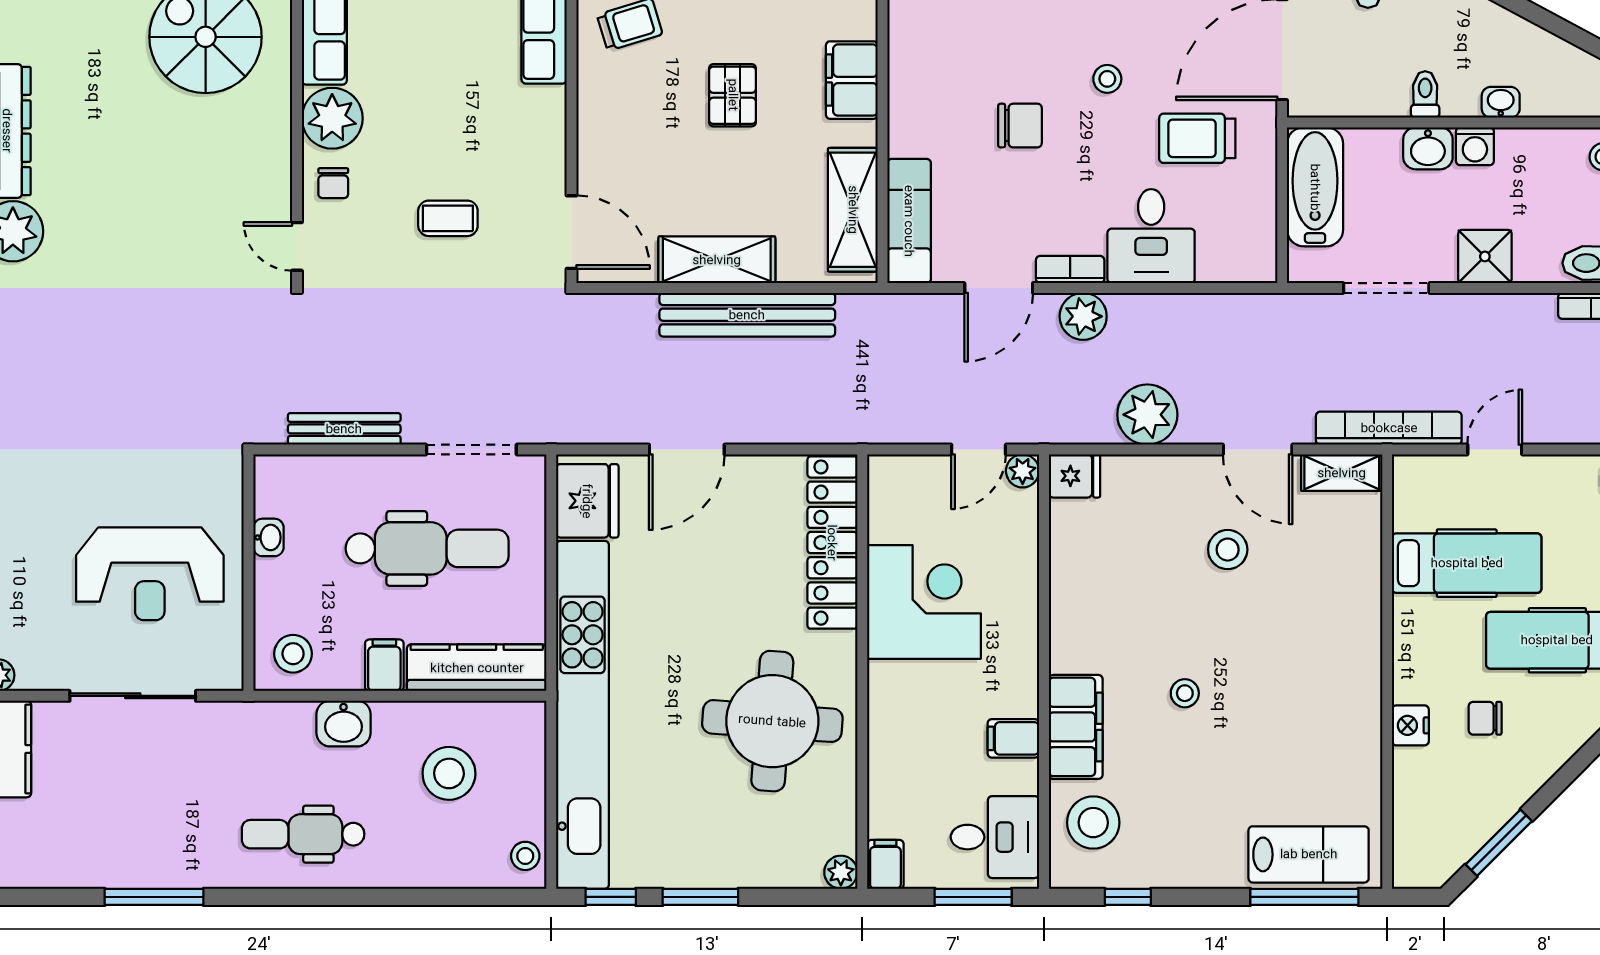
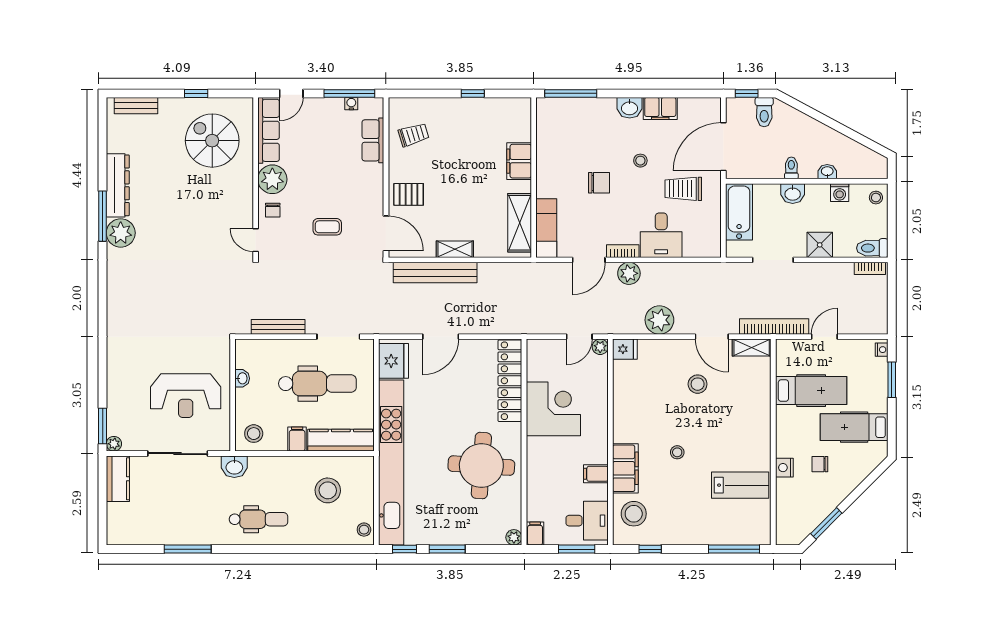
pallet: (733, 95) -> (409, 194), moved, turned 90
washing machine: (1475, 146) -> (840, 193), moved
shelving: (717, 260) -> (455, 249), width x0.67, depth x0.75
bench: (747, 315) -> (435, 273), moved
washbasin: (344, 724) -> (234, 467), moved
dental chair: (303, 834) -> (258, 519), turned 180
lab bench: (1309, 854) -> (740, 485), moved

